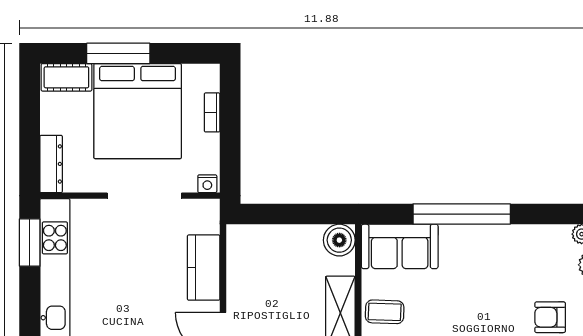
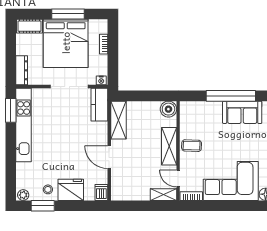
window: (118, 53) -> (68, 14), moved
sofa: (400, 246) -> (242, 112), moved
shelving: (241, 262) -> (118, 120), added
kitchen counter: (204, 268) -> (99, 105), moved

